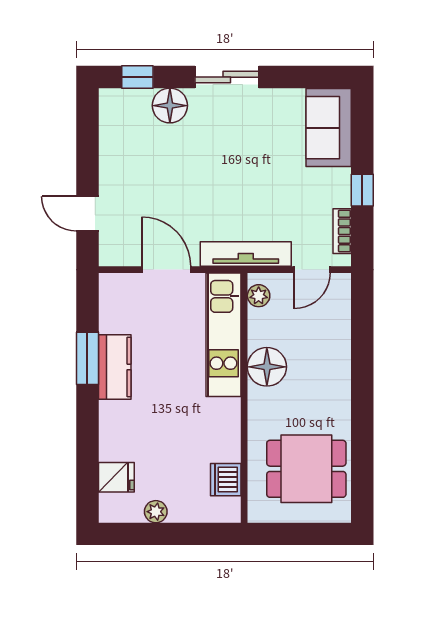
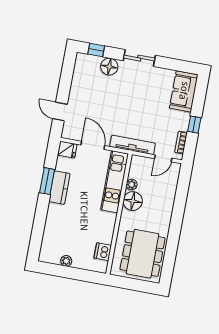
plant: (259, 296) -> (132, 185), moved
dining table: (306, 469) -> (143, 254), width x1.38
fridge: (116, 477) -> (67, 150), moved

